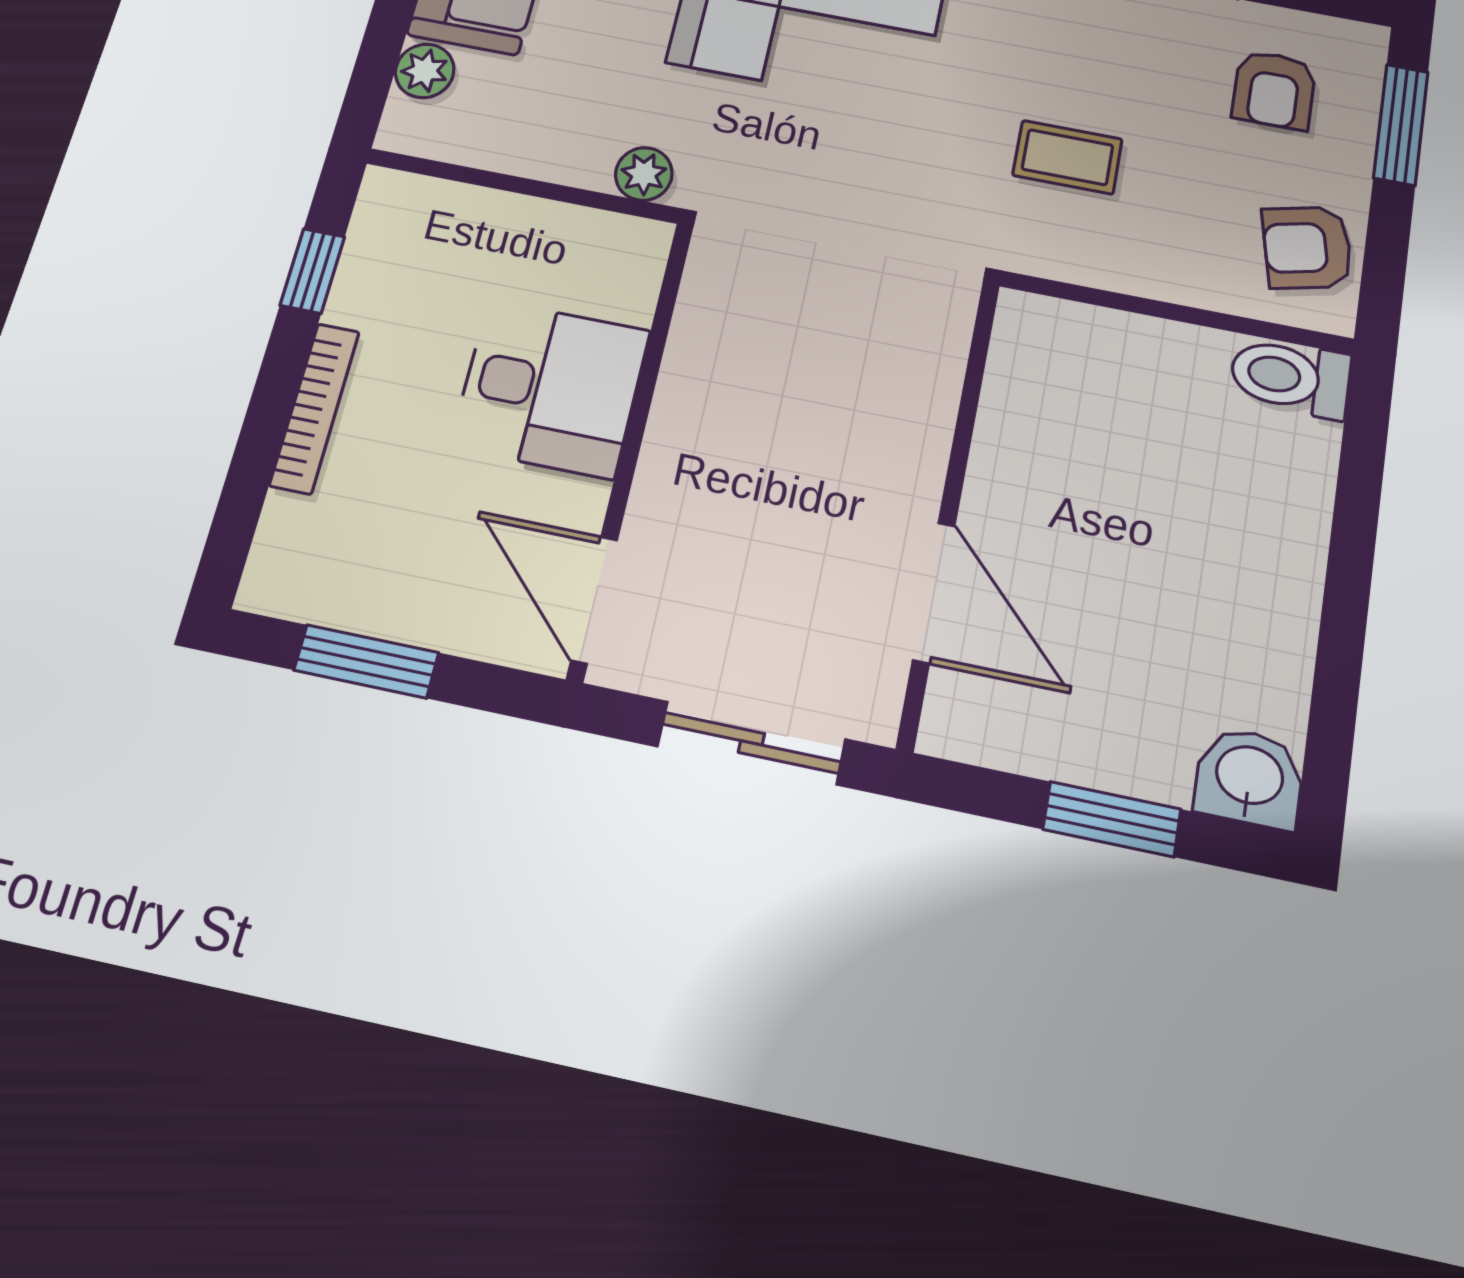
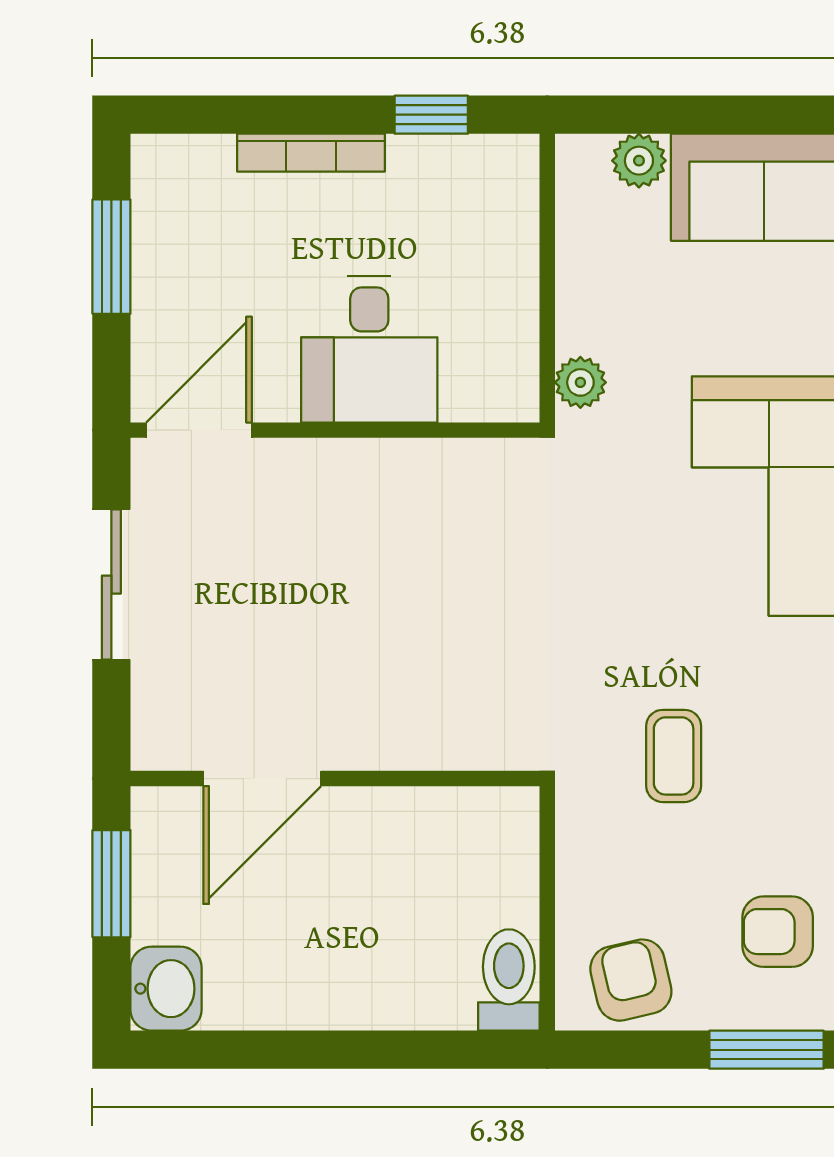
wall: (949, 509) -> (335, 779), moved
door: (934, 593) -> (262, 779), moved

